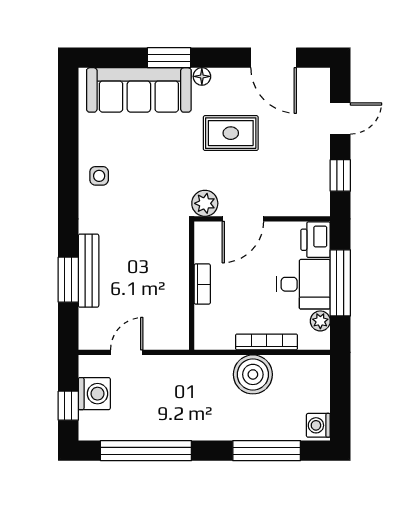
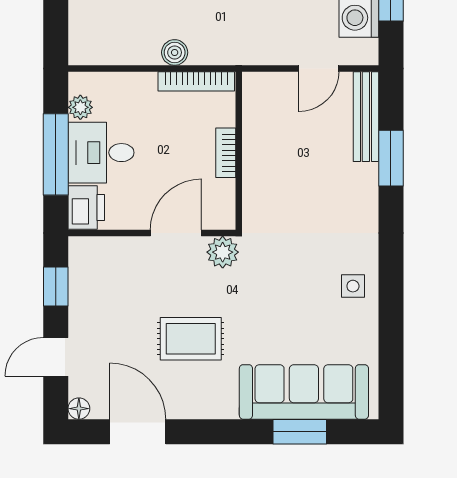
window: (169, 58) -> (300, 432), moved
floor lamp: (202, 76) -> (79, 409), moved
bench: (89, 271) -> (366, 117), moved
bookcase: (267, 342) -> (196, 81), moved
boiler: (253, 374) -> (175, 52), width x0.54, depth x0.54

